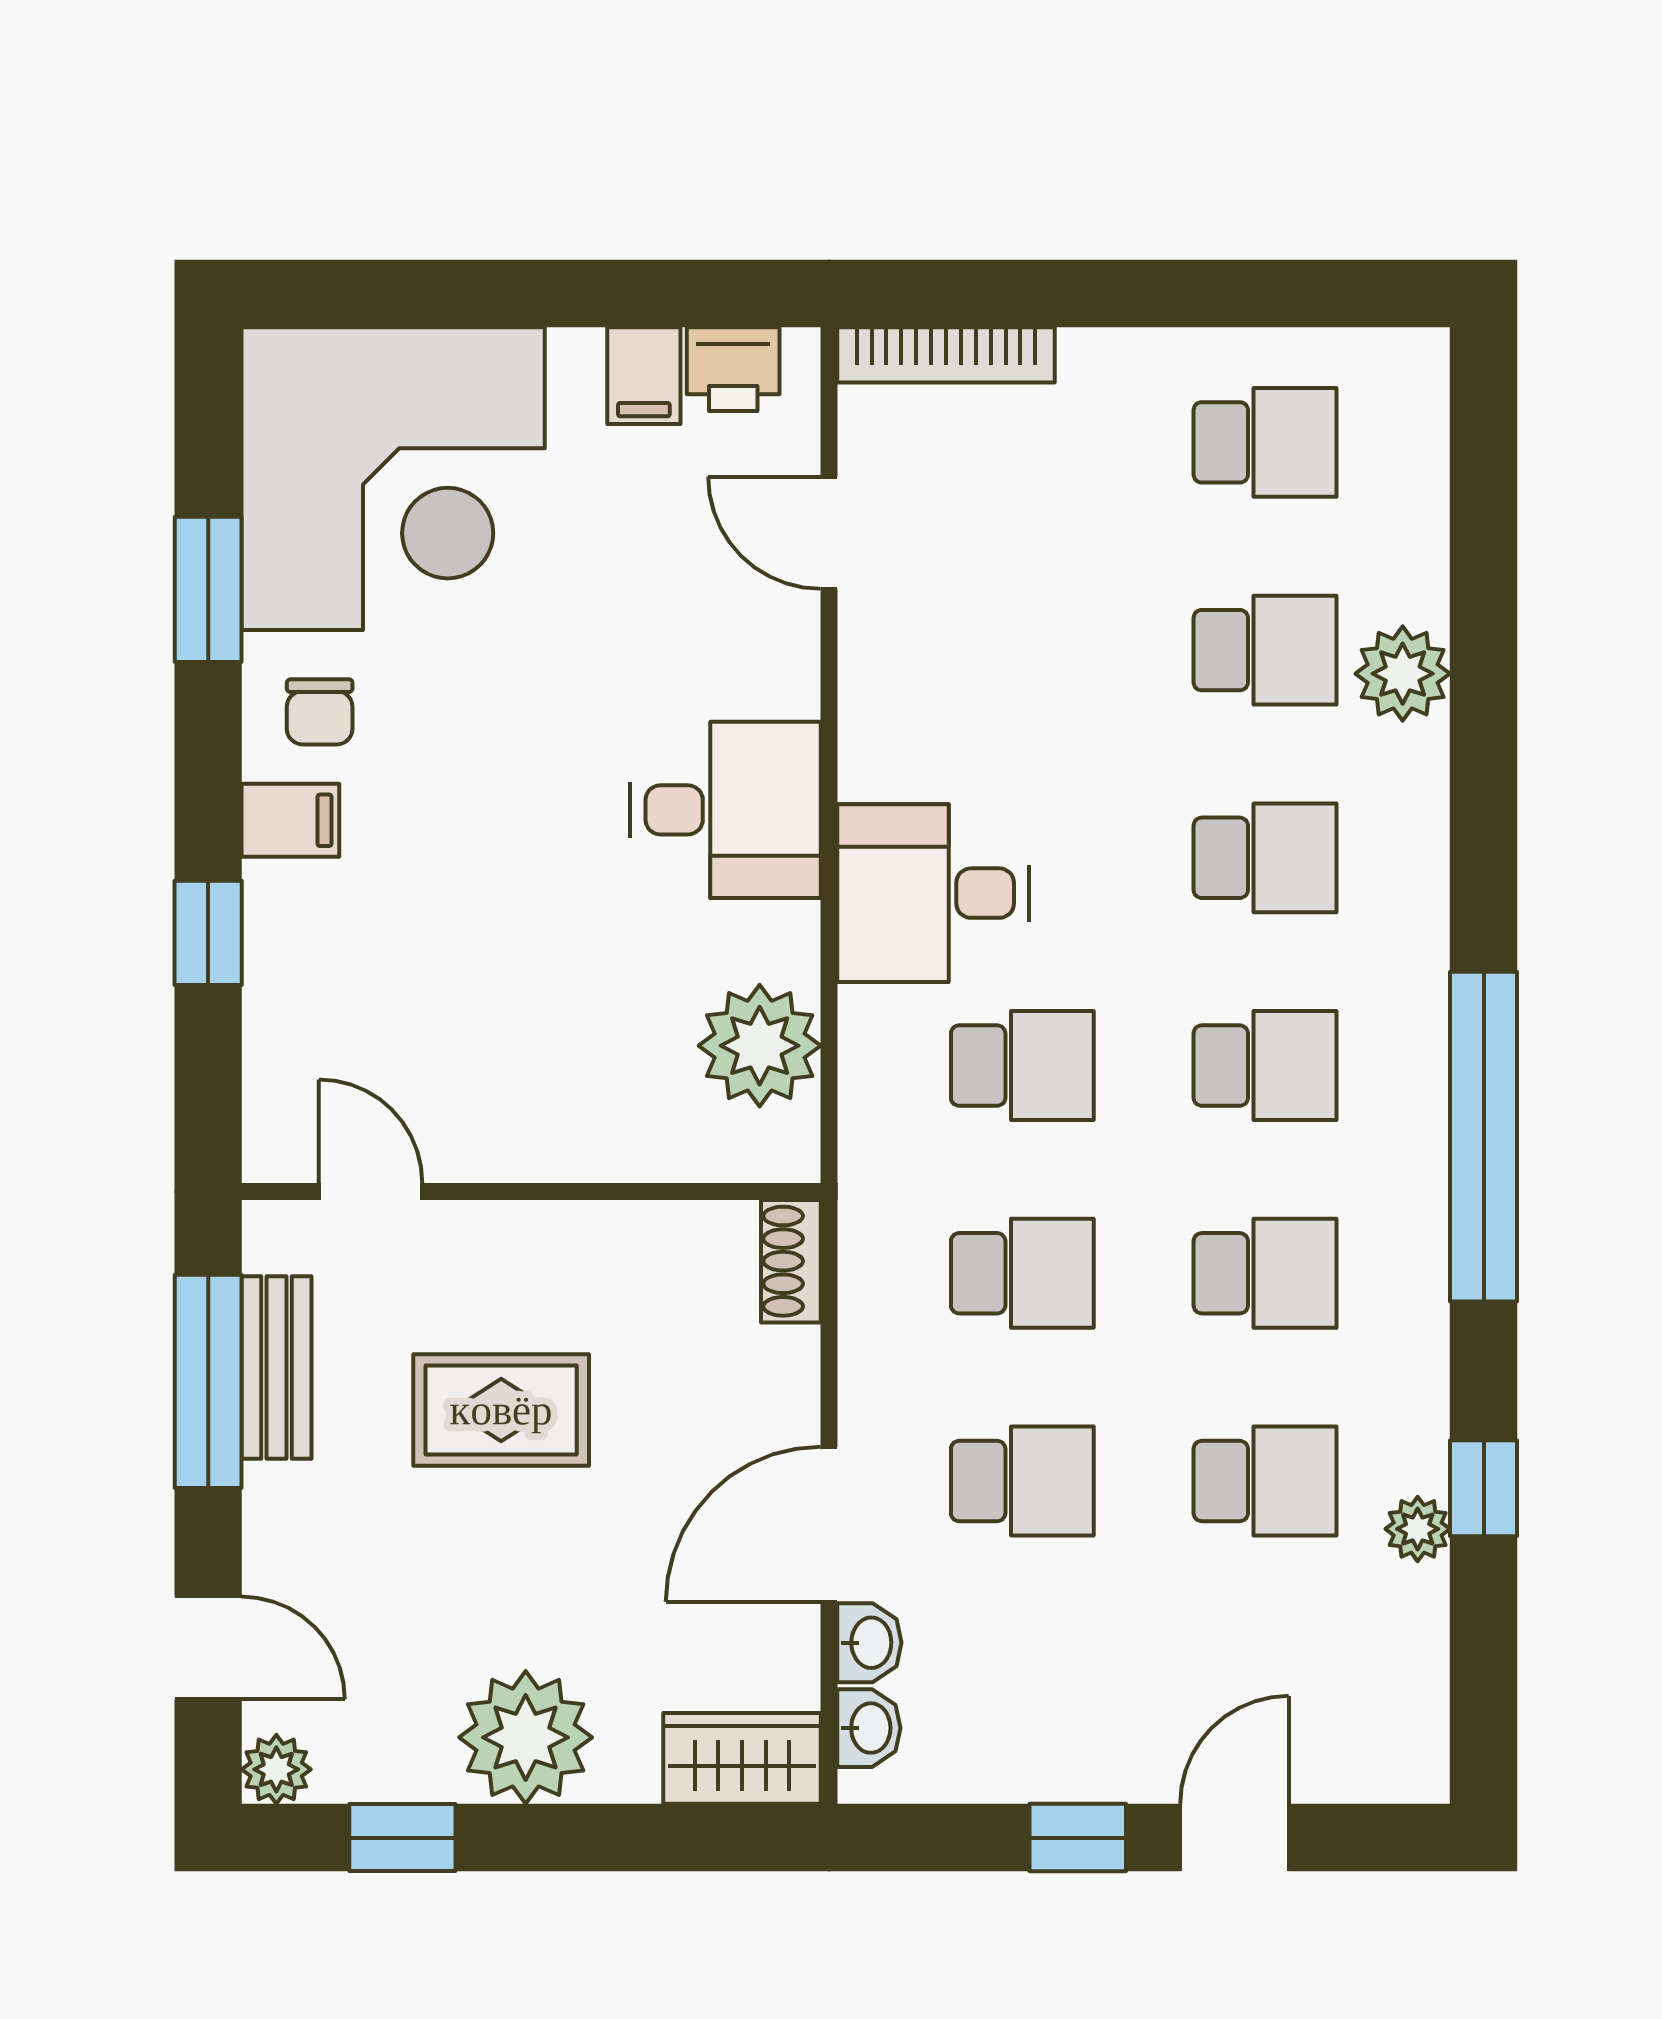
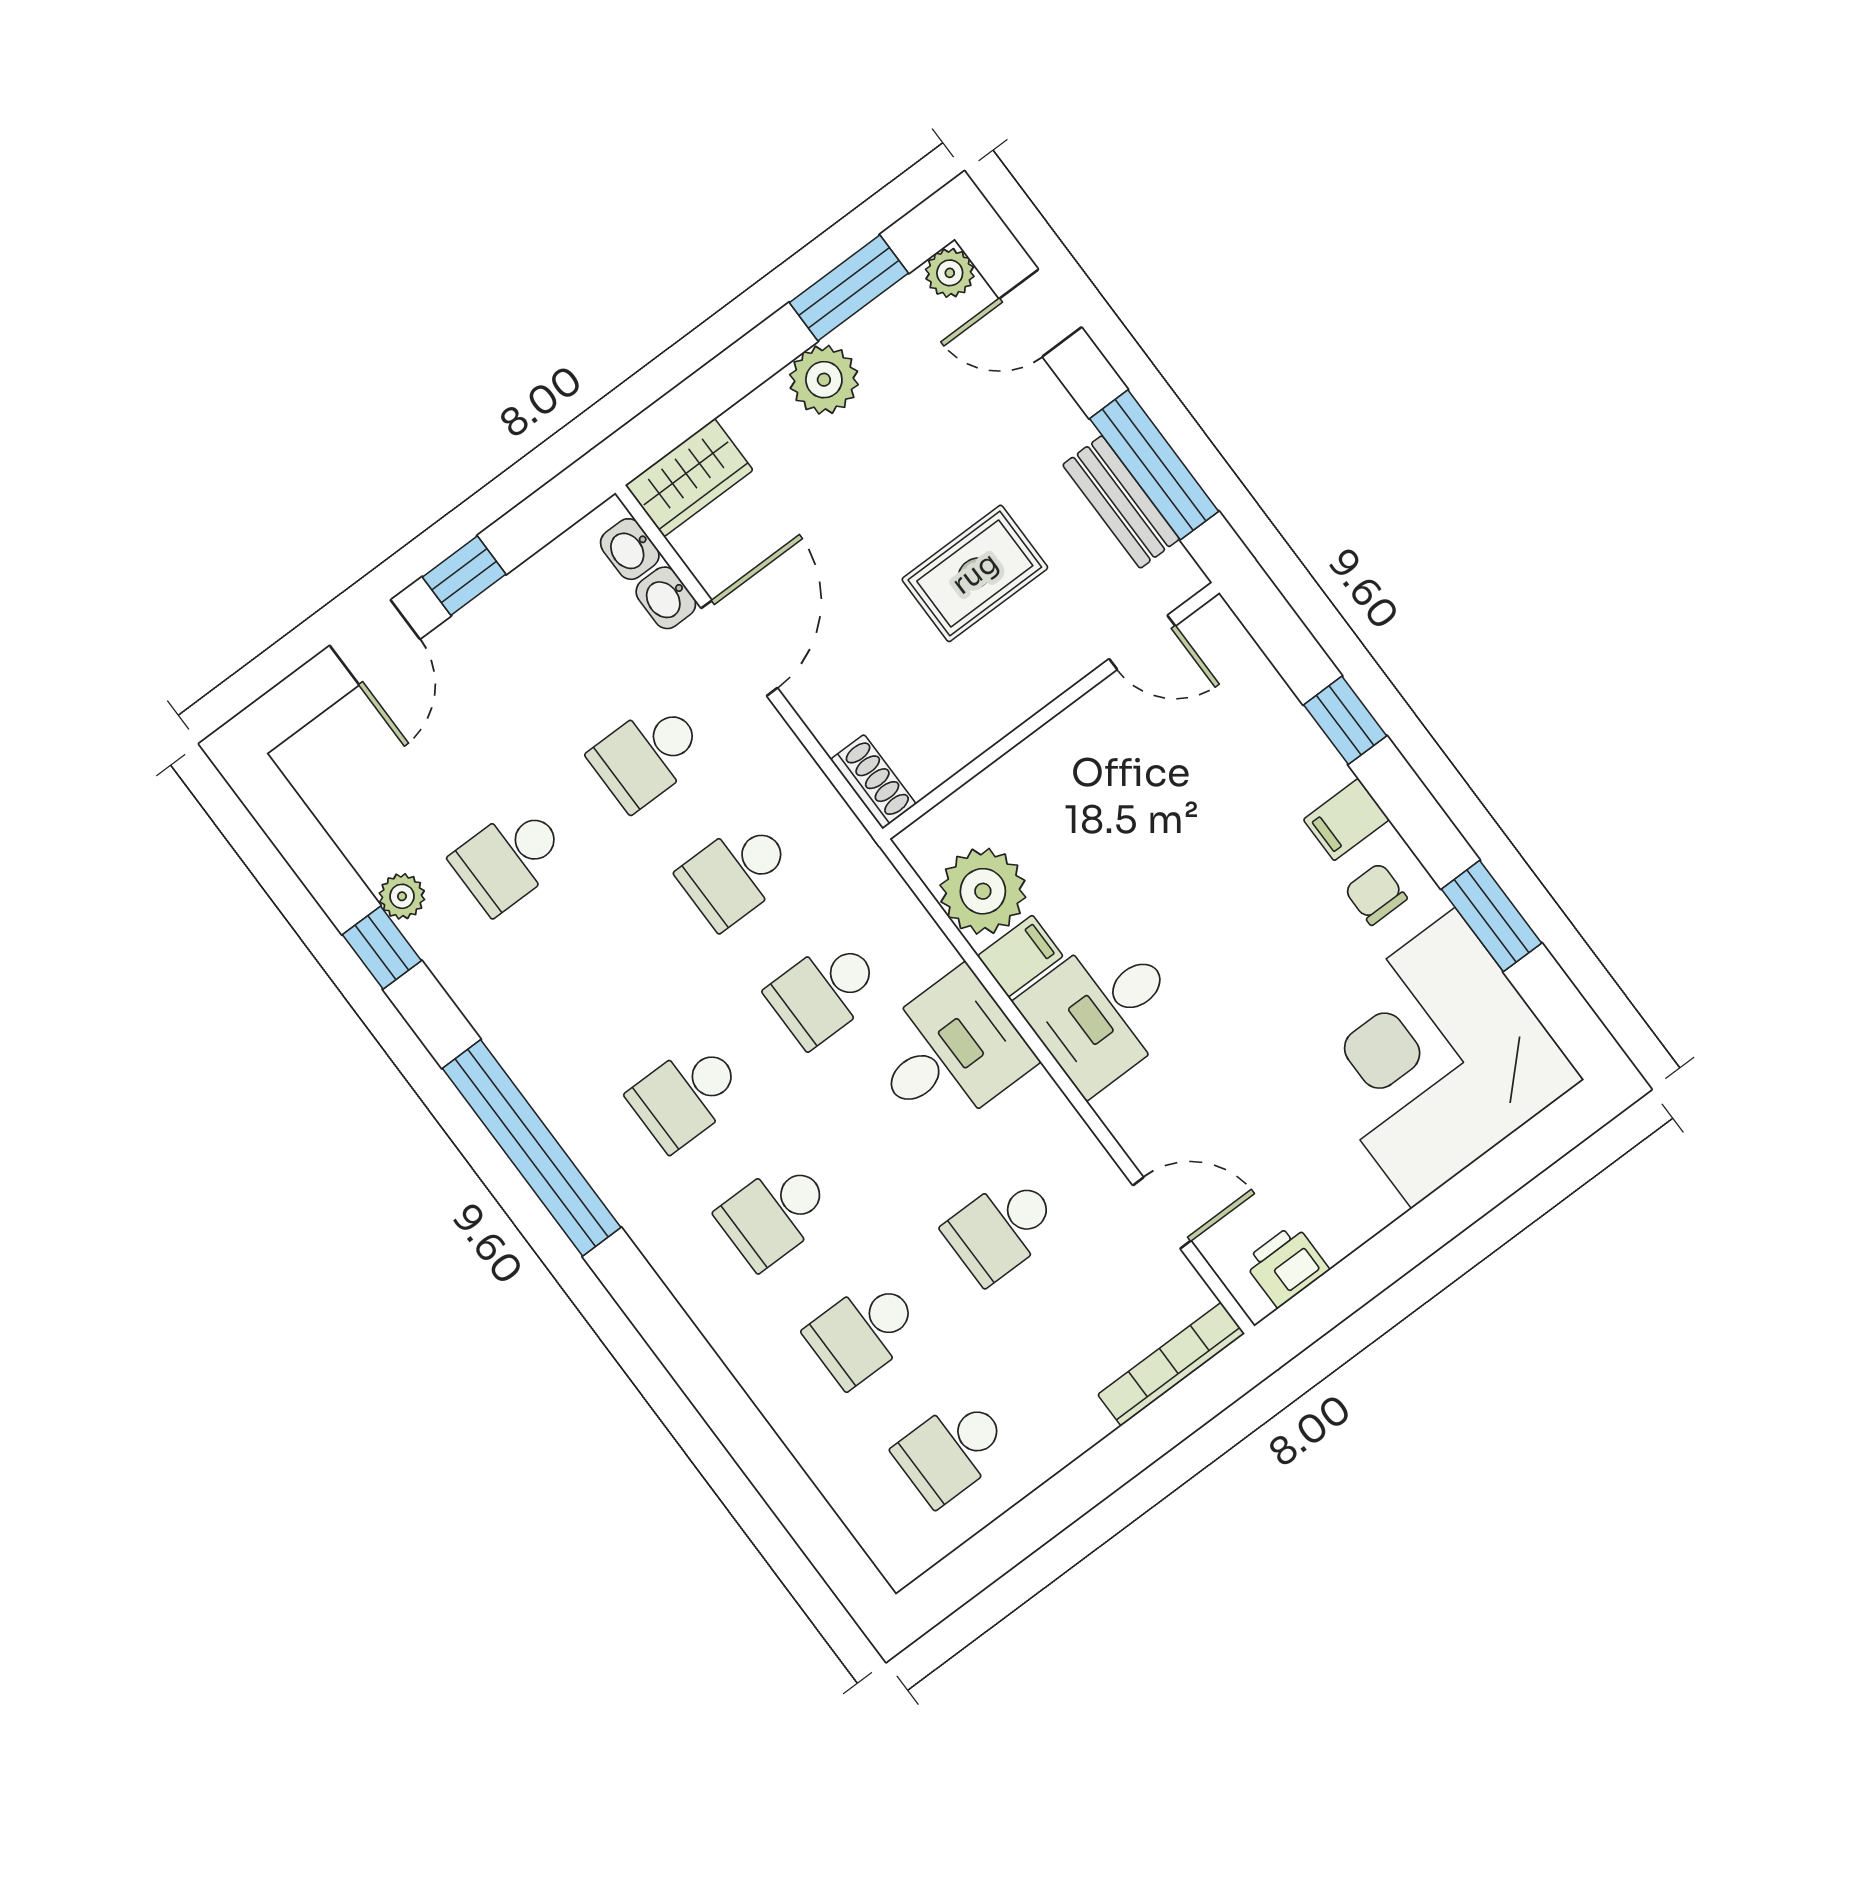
filing cabinet: (644, 376) -> (1020, 956), moved, turned 90
plant: (1403, 674) -> (775, 1377), removed
school desk: (1265, 1273) -> (1002, 1229), moved
plant: (526, 1737) -> (824, 380), width x0.73, depth x0.73
window: (402, 1838) -> (849, 288), width x1.50

